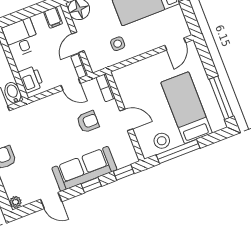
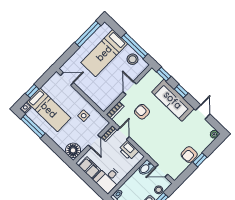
filing cabinet: (53, 18) -> (89, 168), width x2.00
door: (78, 42) -> (94, 141), hinge flipped
printer: (31, 79) -> (129, 150), moved, turned -90

